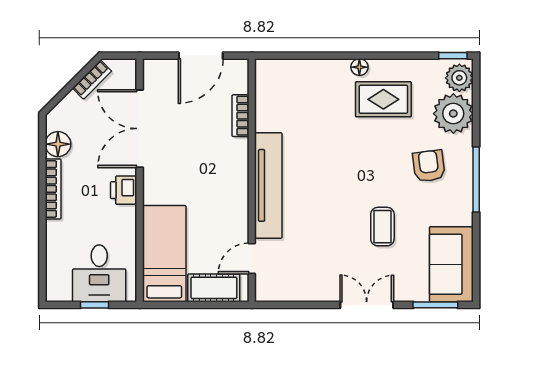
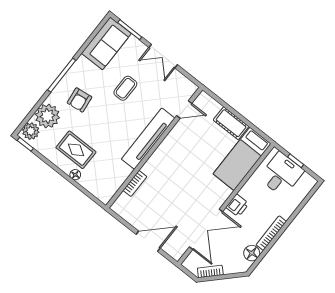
bookcase: (240, 116) -> (135, 183), moved
wall: (252, 180) -> (154, 148), moved
tv unit: (268, 185) -> (148, 139), moved
door: (252, 258) -> (184, 110), moved

